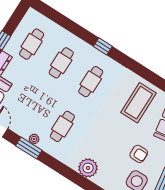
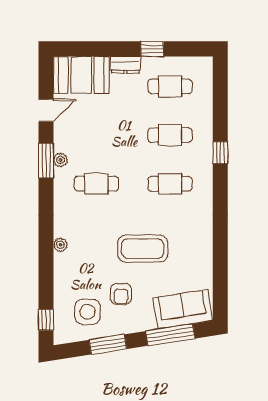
window: (103, 46) -> (220, 153), moved
coffee table: (139, 103) -> (143, 249), moved
plant: (88, 168) -> (60, 245), width x0.53, depth x0.53

